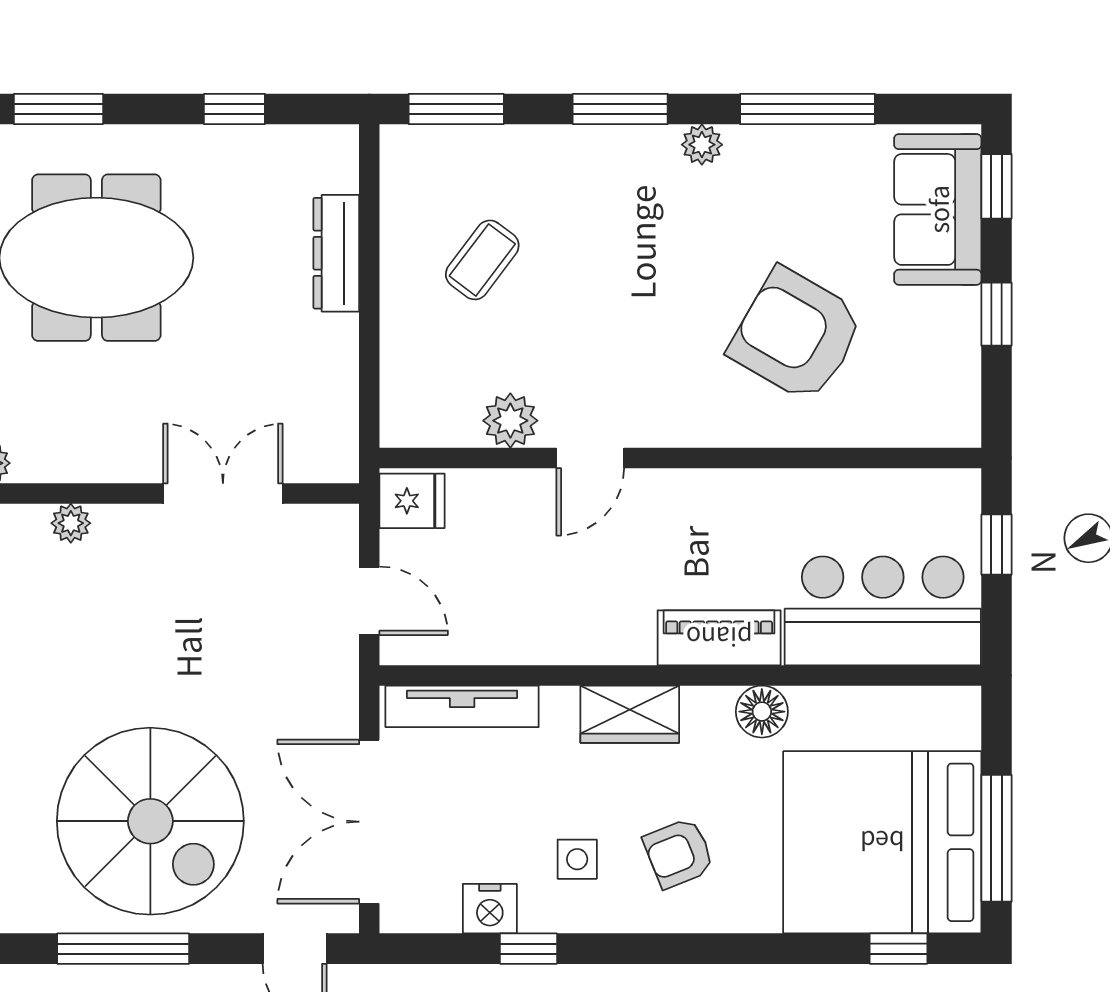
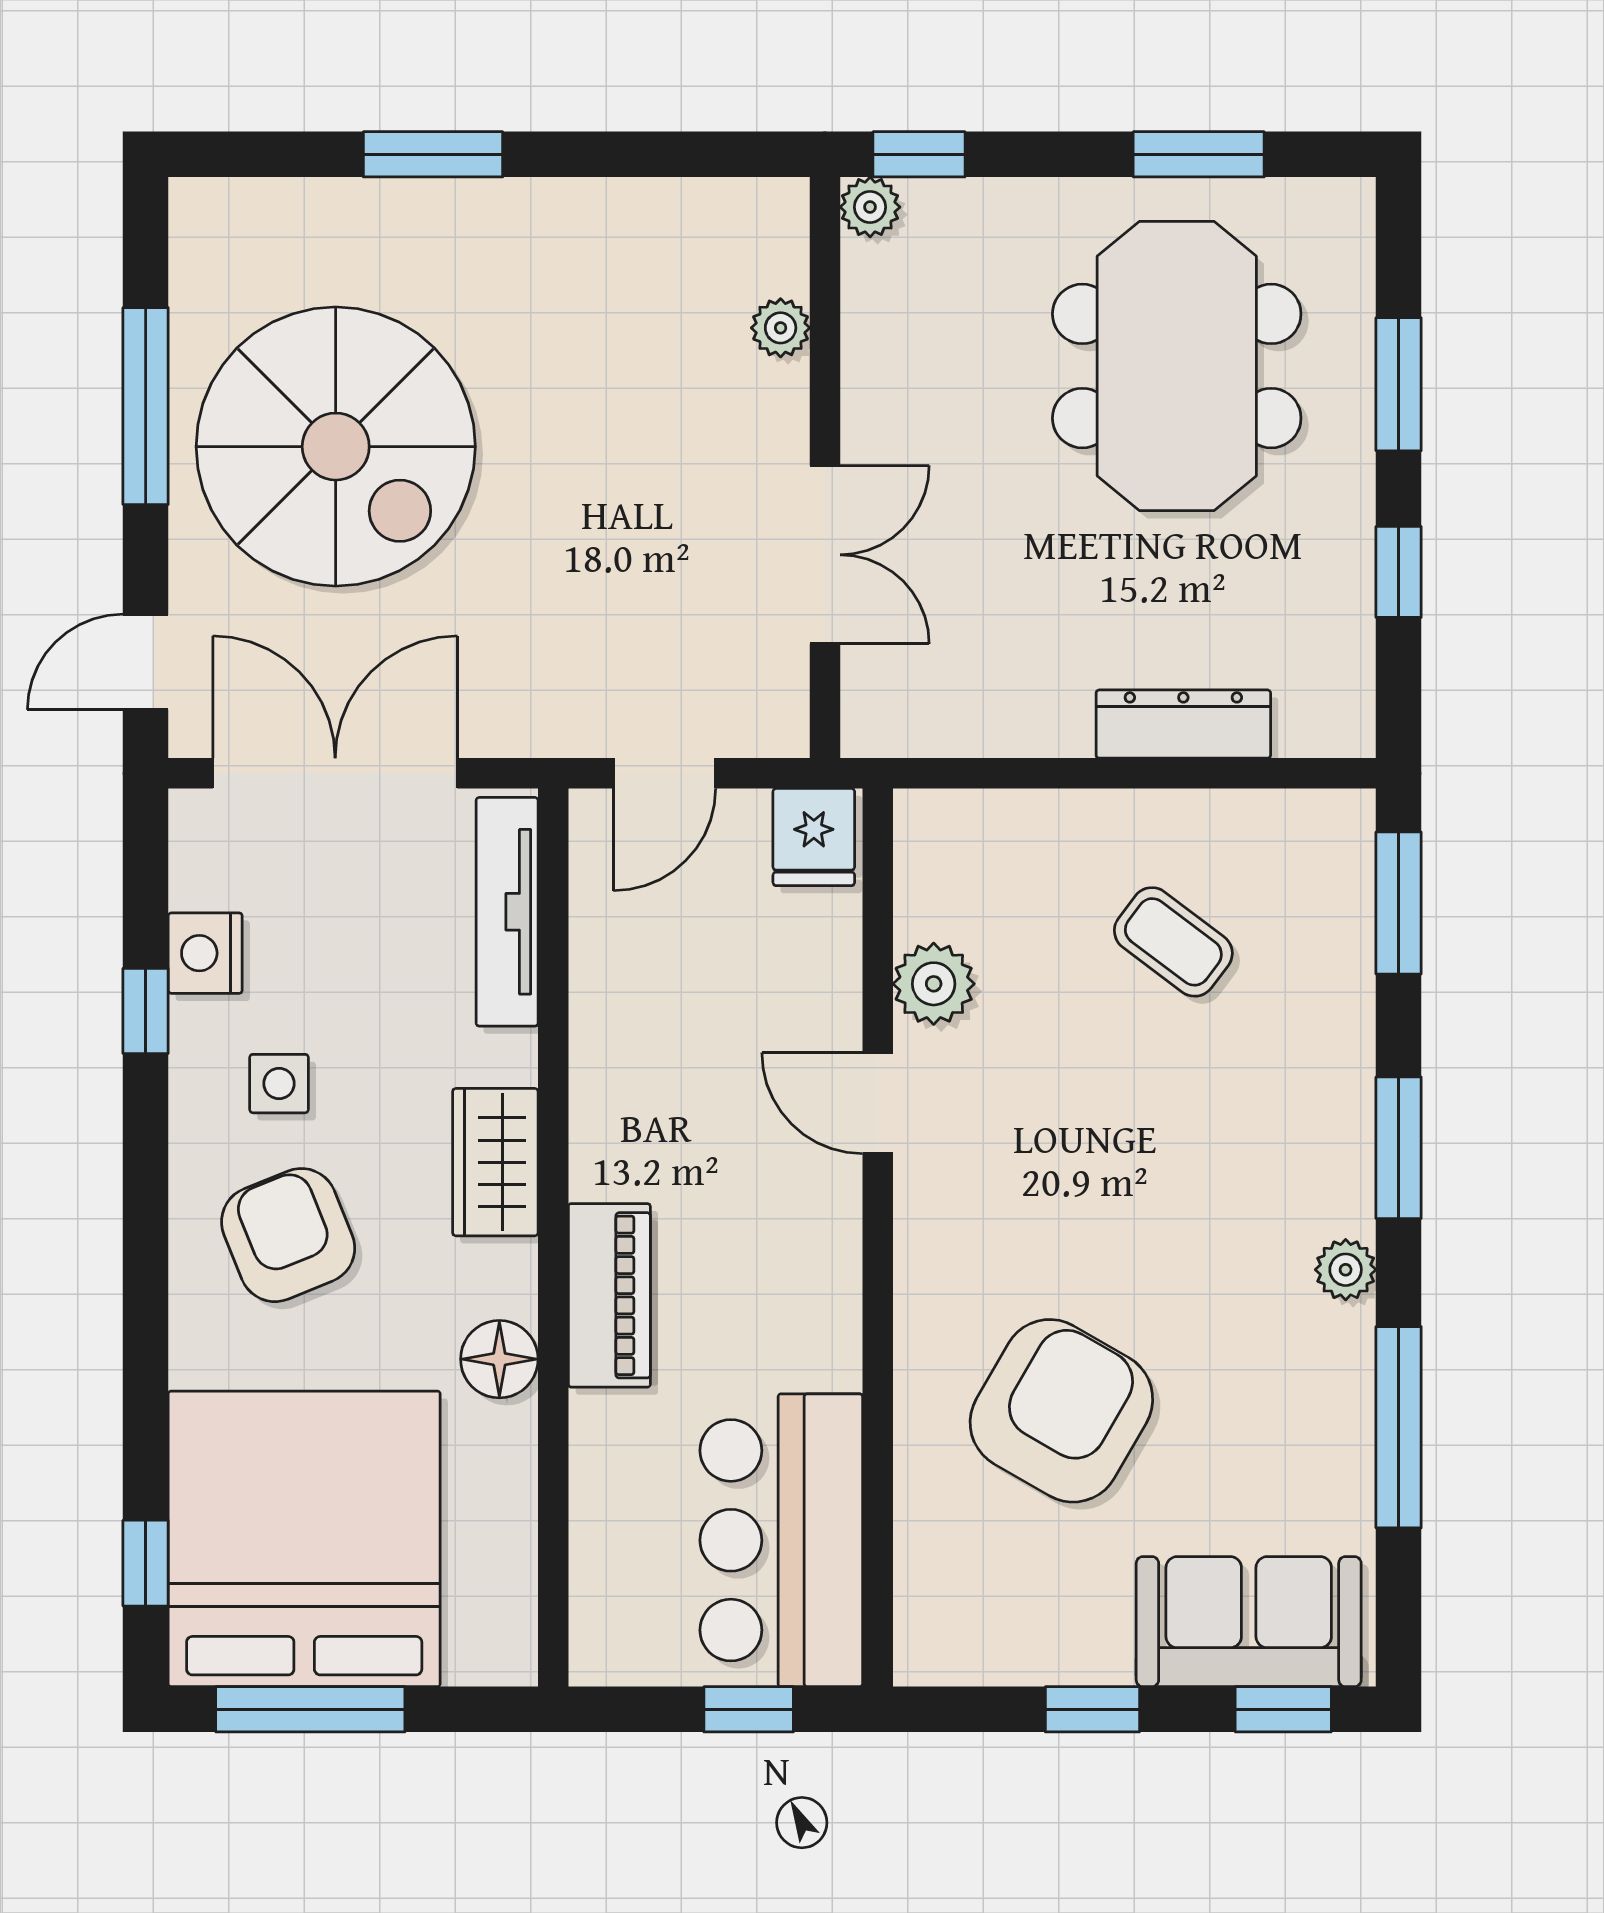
window: (58, 109) -> (1399, 384), moved
bar counter: (883, 611) -> (781, 1540), moved, turned 180
spiral stairs: (150, 821) -> (336, 447), turned -90
armchair: (679, 853) -> (288, 1235), width x1.38, depth x1.38

